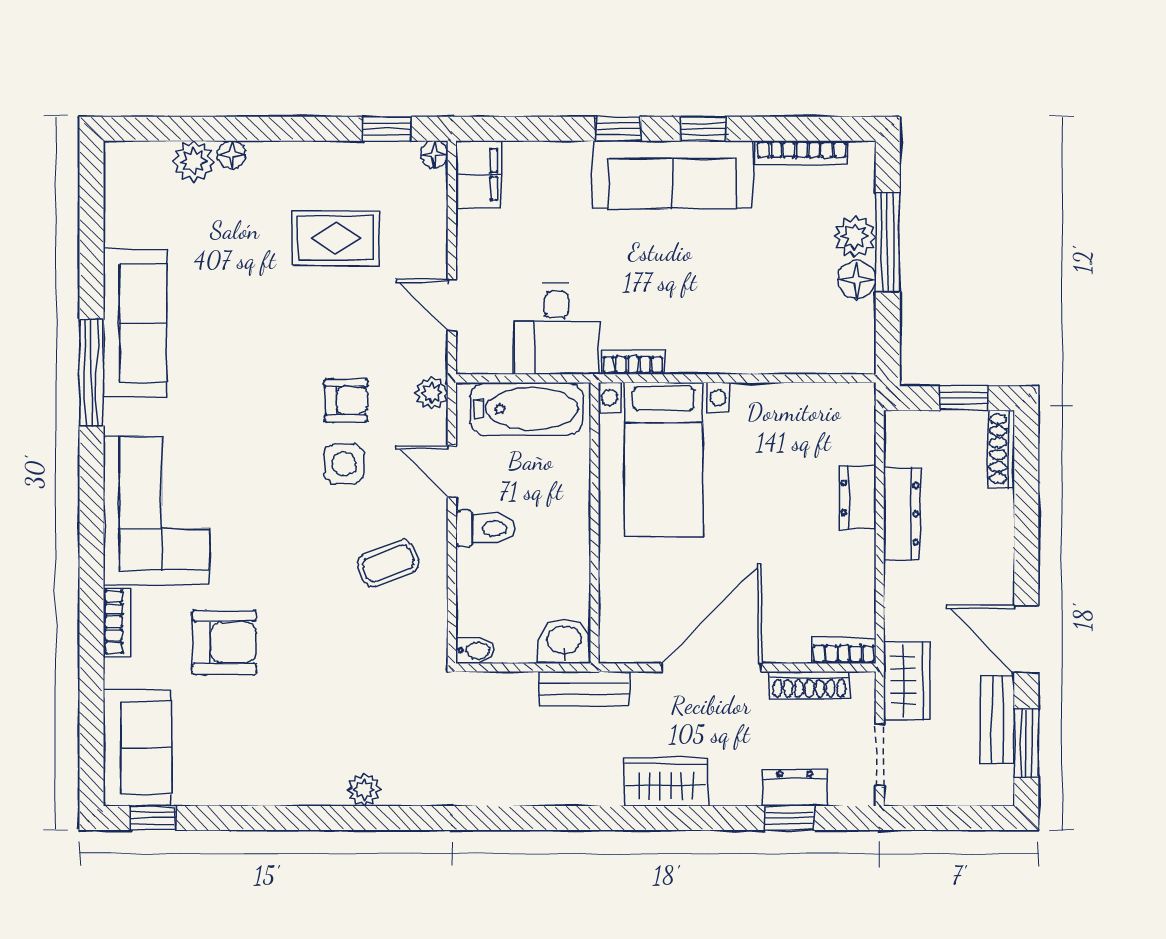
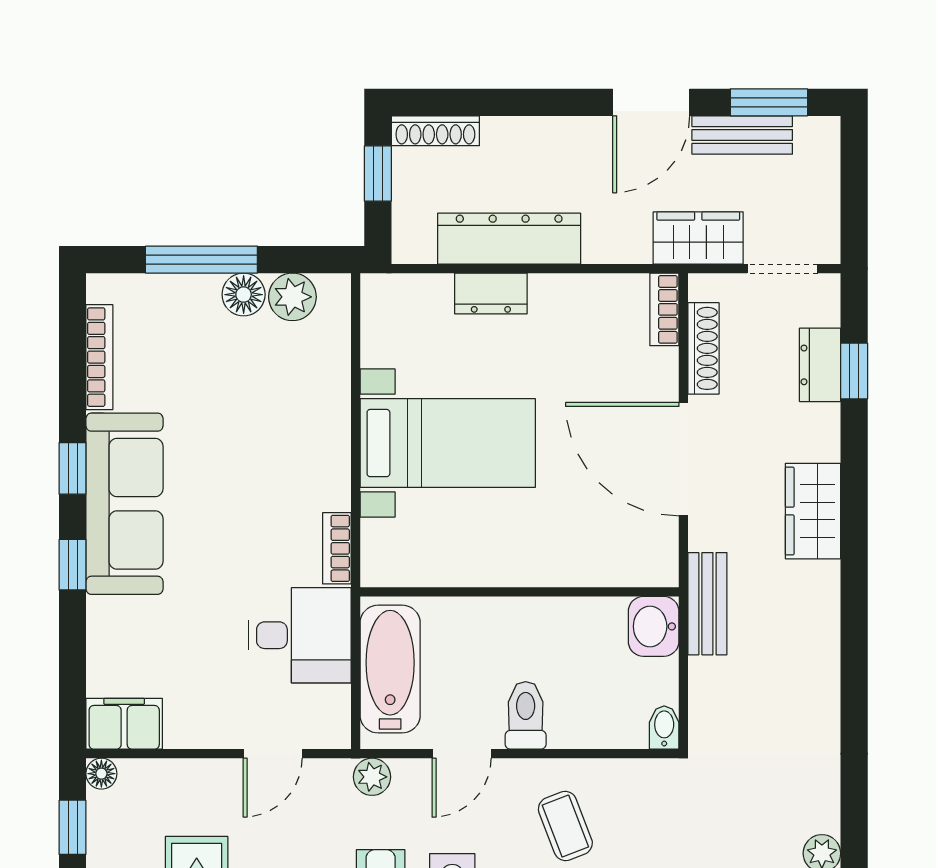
plant: (855, 237) -> (292, 297), moved
bed with nightstands: (664, 460) -> (448, 443), moved
dresser: (902, 514) -> (509, 239), width x1.37, depth x1.24

